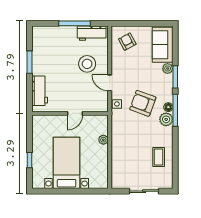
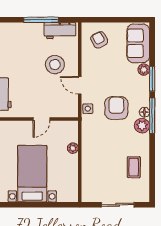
armchair: (143, 103) -> (116, 108), turned 70

